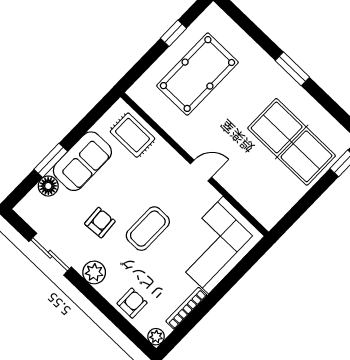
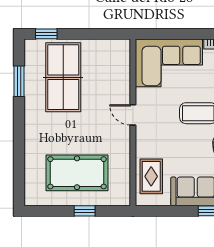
window: (173, 33) -> (85, 211), moved
window: (292, 69) -> (19, 81), moved

